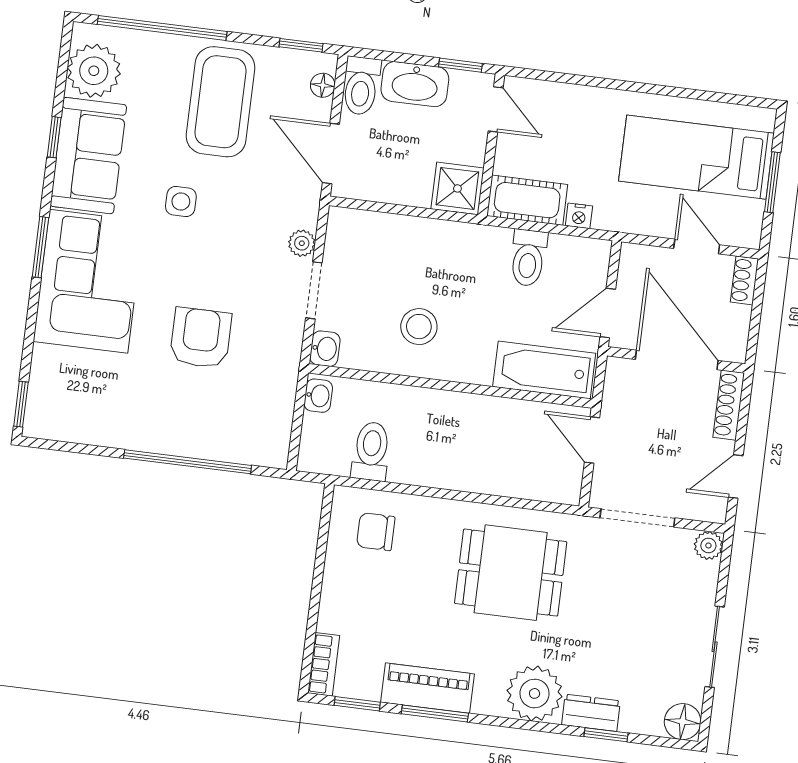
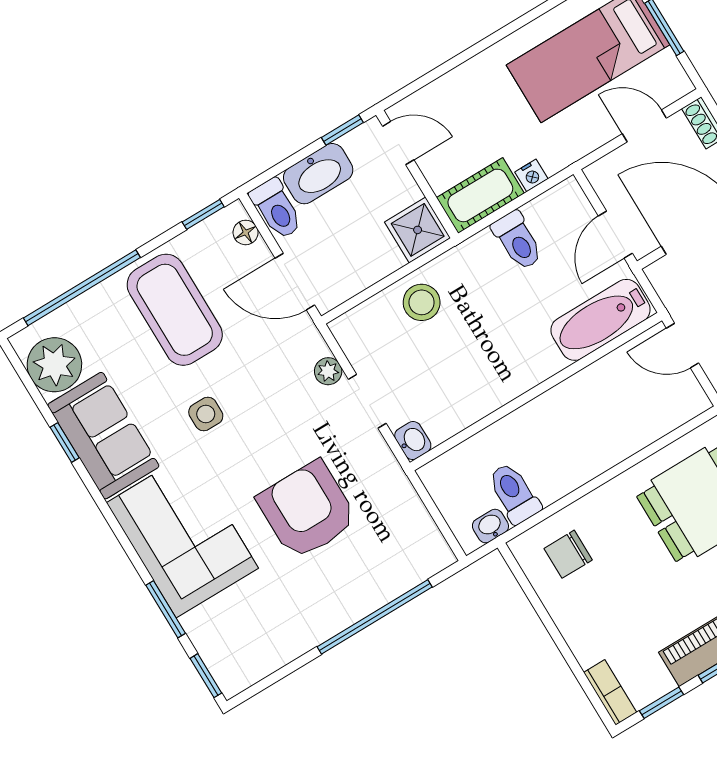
window: (40, 247) -> (166, 609), moved
stool: (419, 327) -> (422, 302), moved
armchair: (201, 338) -> (307, 510), width x1.36, depth x1.36
washbasin: (318, 396) -> (490, 526), moved, turned -90

